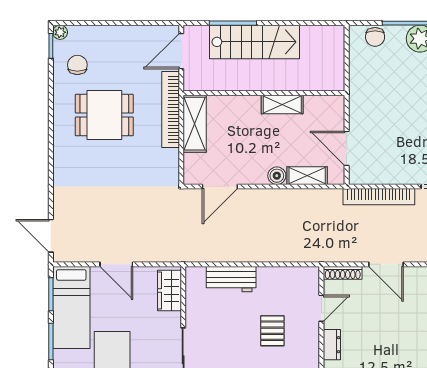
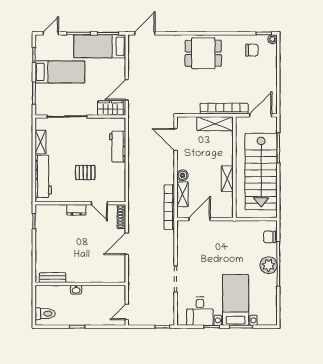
stairs: (255, 42) -> (261, 172), width x1.36, depth x1.51
door: (181, 51) -> (261, 115), hinge flipped
dining table: (104, 115) -> (203, 53), moved, turned 90
bookcase: (379, 197) -> (169, 207), moved
door: (116, 264) -> (127, 90), moved

